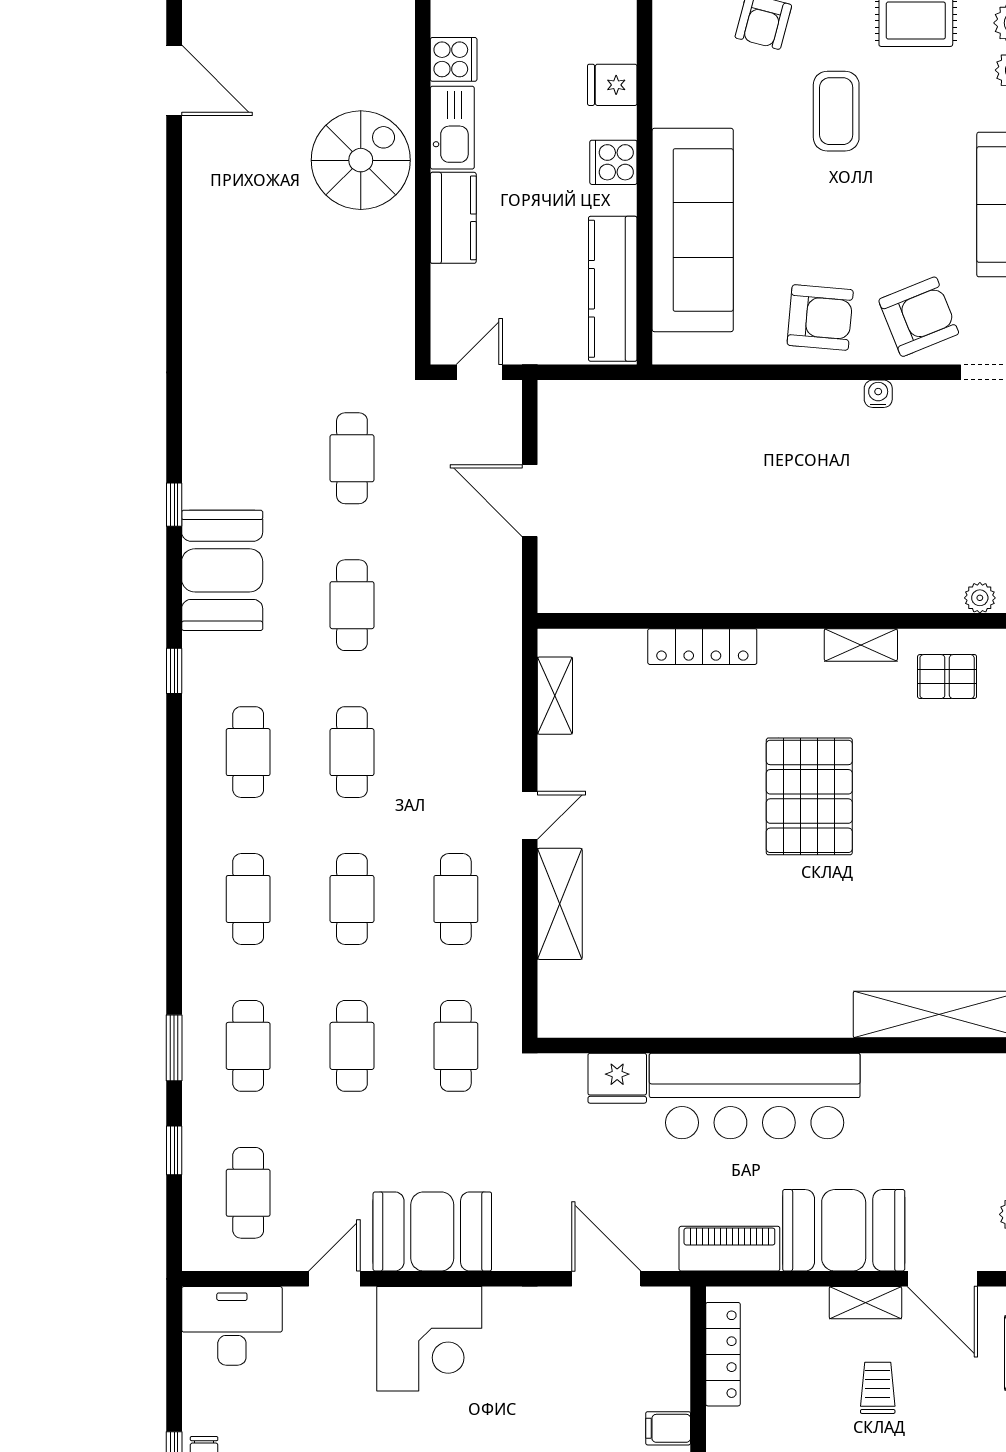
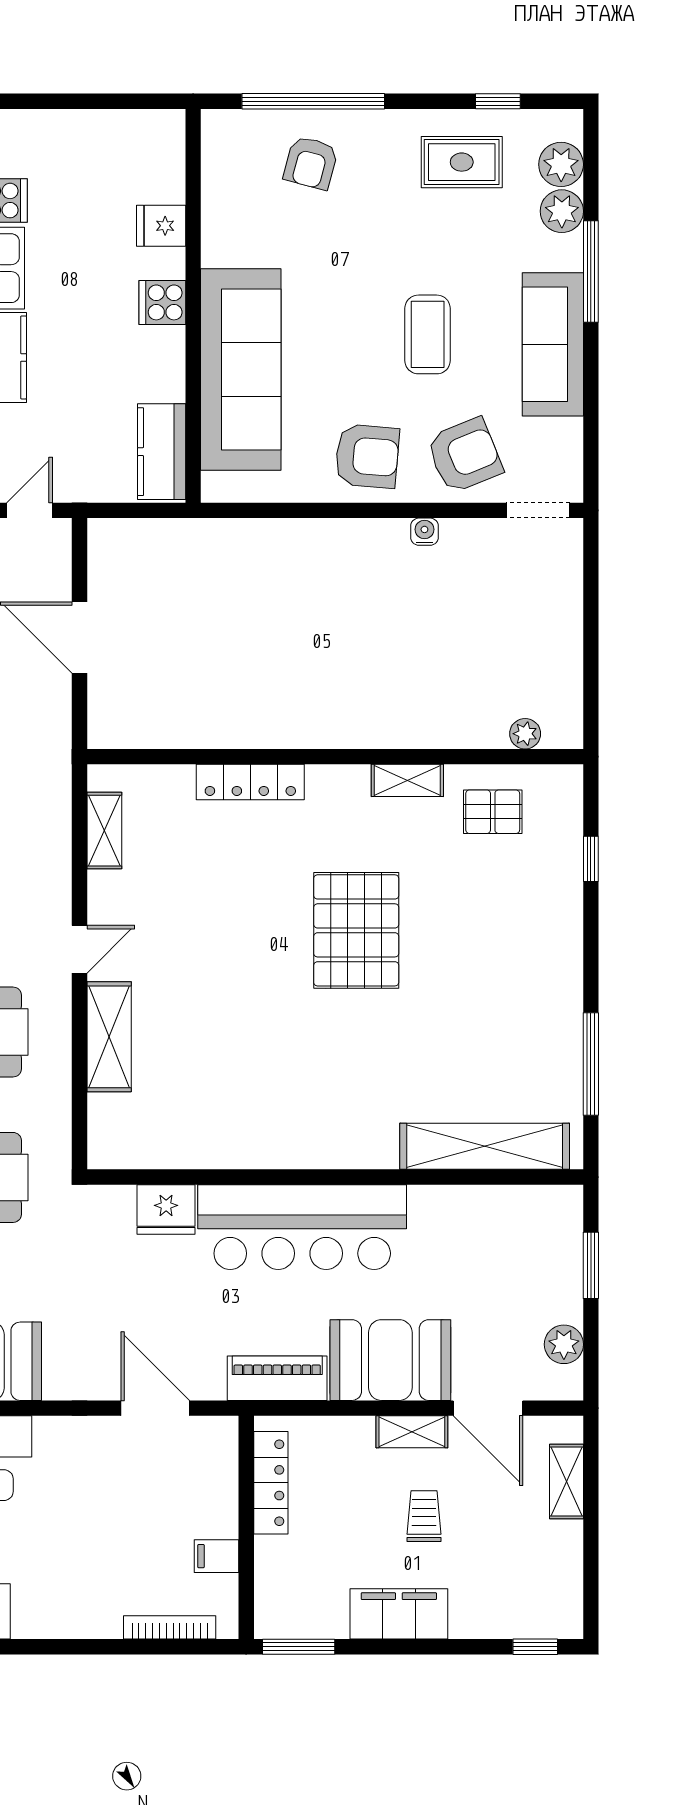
coffee table: (836, 111) -> (428, 334), moved
kitchen counter: (613, 289) -> (162, 452), width x0.67

